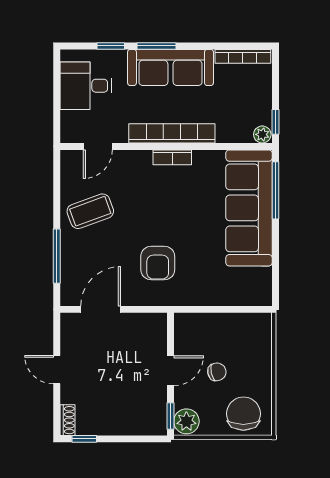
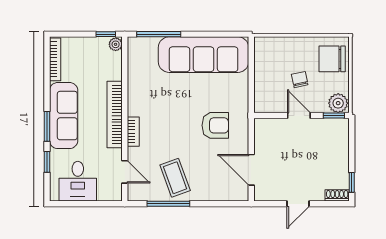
bookcase: (172, 157) -> (133, 132), moved
sofa: (249, 208) -> (204, 55), moved
window: (57, 256) -> (168, 204), moved

